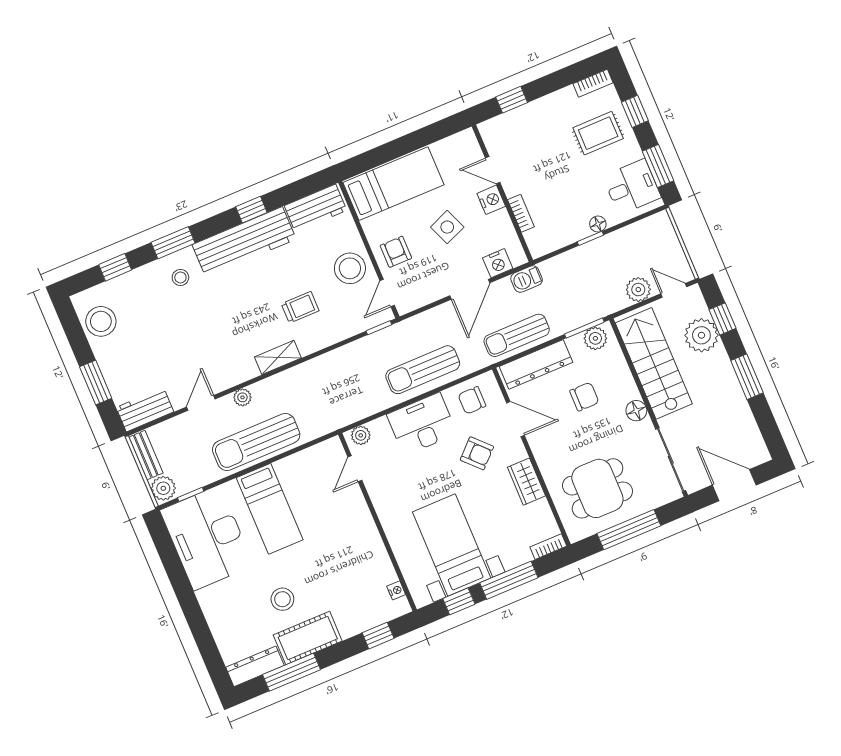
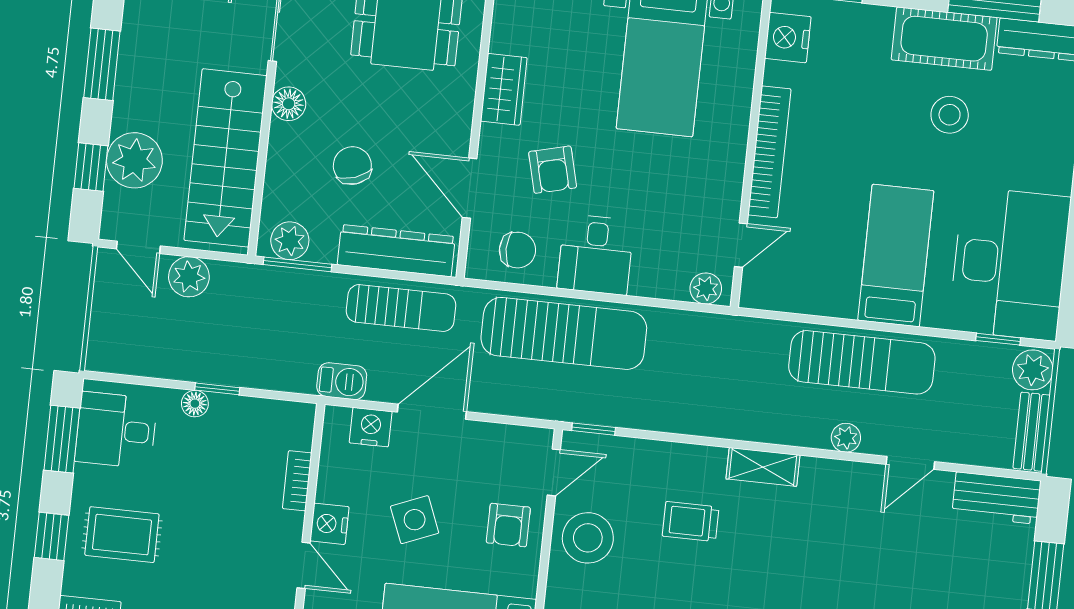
sun lounger: (423, 370) -> (564, 333), width x1.36, depth x1.34
chair: (584, 397) -> (352, 166), turned 71
desk: (422, 424) -> (596, 255), width x0.73
armchair: (477, 453) -> (553, 170), turned -150
bookcase: (367, 527) -> (769, 152), added
nightstand: (396, 590) -> (788, 38), width x1.89, depth x1.79

